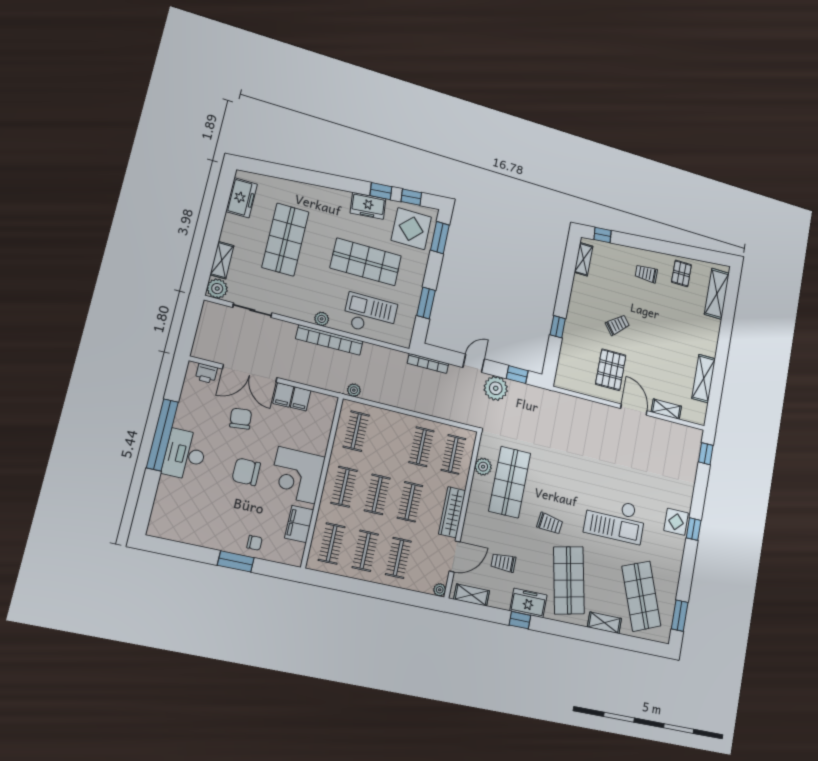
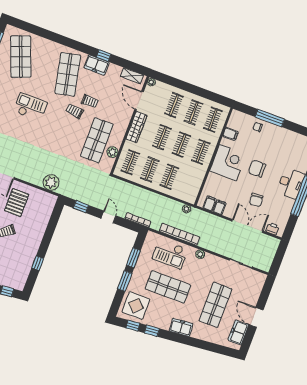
freezer: (368, 206) -> (181, 327), moved
door: (215, 224) -> (256, 317), added
window: (440, 238) -> (125, 281), moved
shelving: (584, 259) -> (23, 276), removed
shelving: (222, 260) -> (255, 295), removed
plant: (217, 289) -> (260, 278), removed
window: (558, 327) -> (38, 263), moved
bookcase: (329, 340) -> (179, 234), moved
door: (474, 363) -> (108, 217), swing flipped
plant: (496, 388) -> (51, 182), moved
filing cabinet: (283, 395) -> (210, 204), moved
clothes rail: (356, 431) -> (169, 177), moved
chair: (246, 472) -> (257, 169), turned 180
checkout: (615, 520) -> (30, 107), width x0.73, depth x0.83
filing cabinet: (299, 524) -> (230, 134), width x0.50
door: (455, 556) -> (139, 100), hinge flipped
window: (236, 561) -> (270, 118), width x1.44
trolley: (503, 562) -> (90, 101), moved
shelving: (604, 623) -> (49, 45), removed

